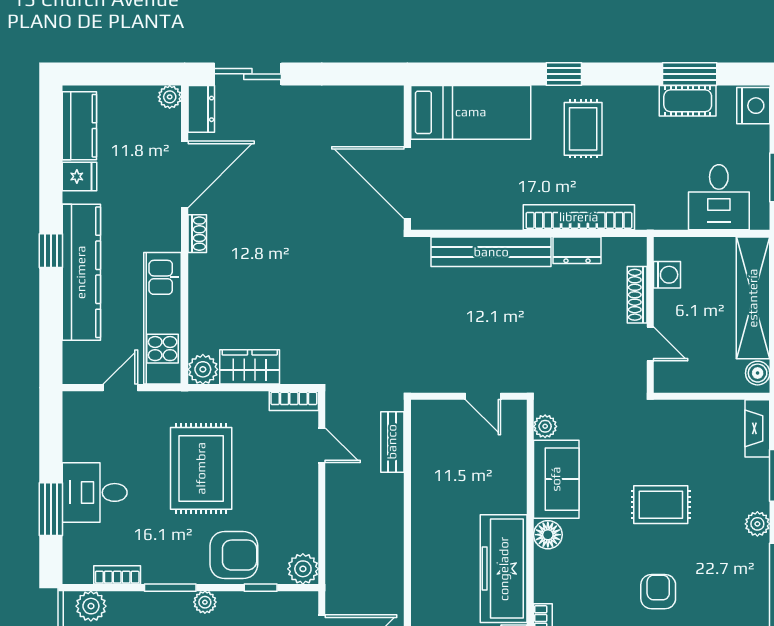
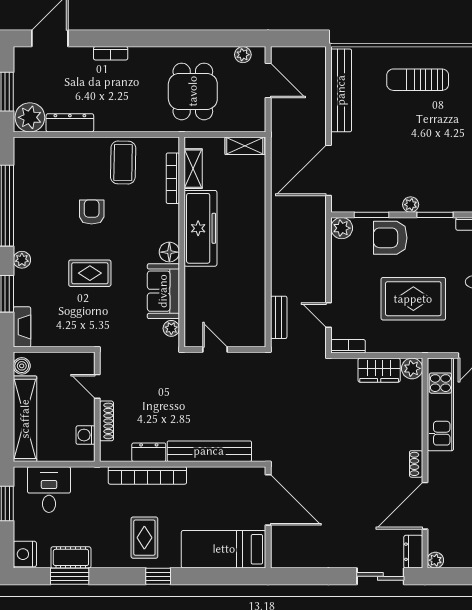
rug: (201, 468) -> (413, 299), turned 90
window: (261, 588) -> (371, 215), width x1.50
armchair: (658, 592) -> (92, 212), turned 180

